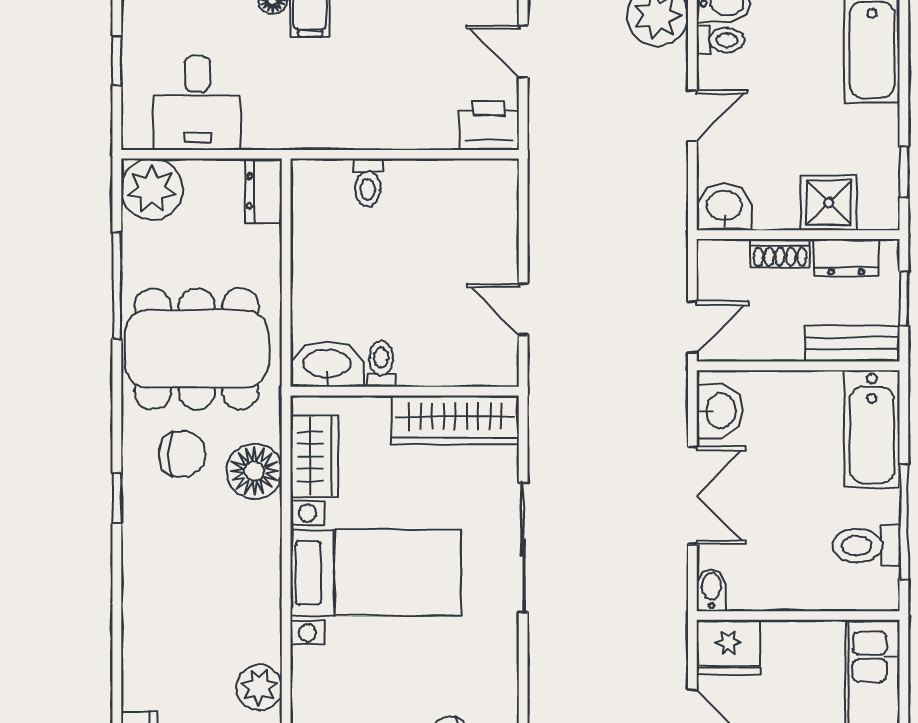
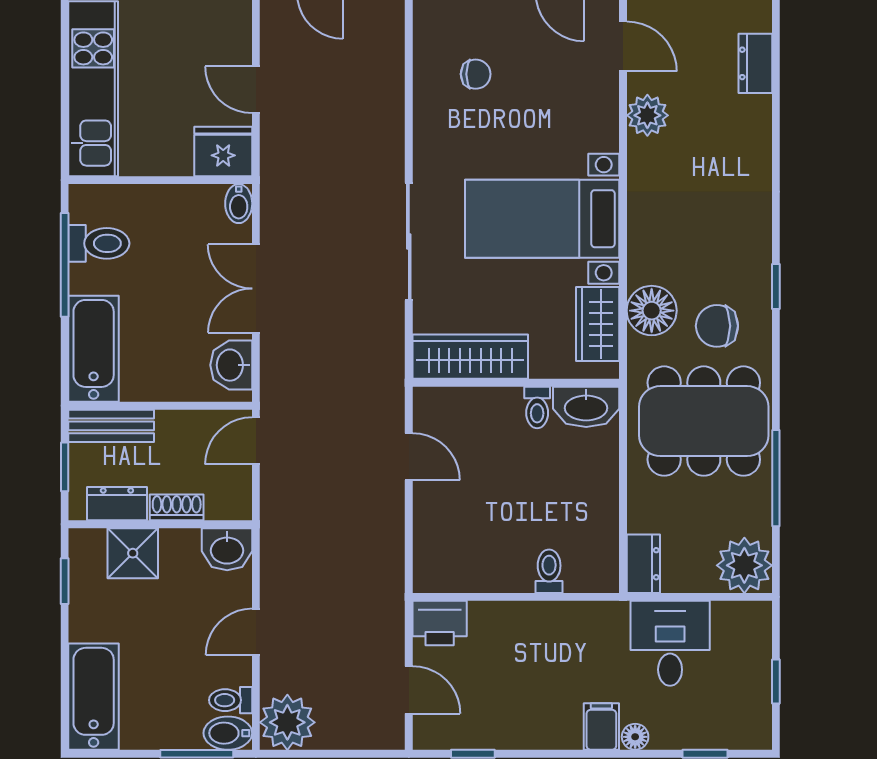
desk: (197, 103) -> (670, 643), moved

